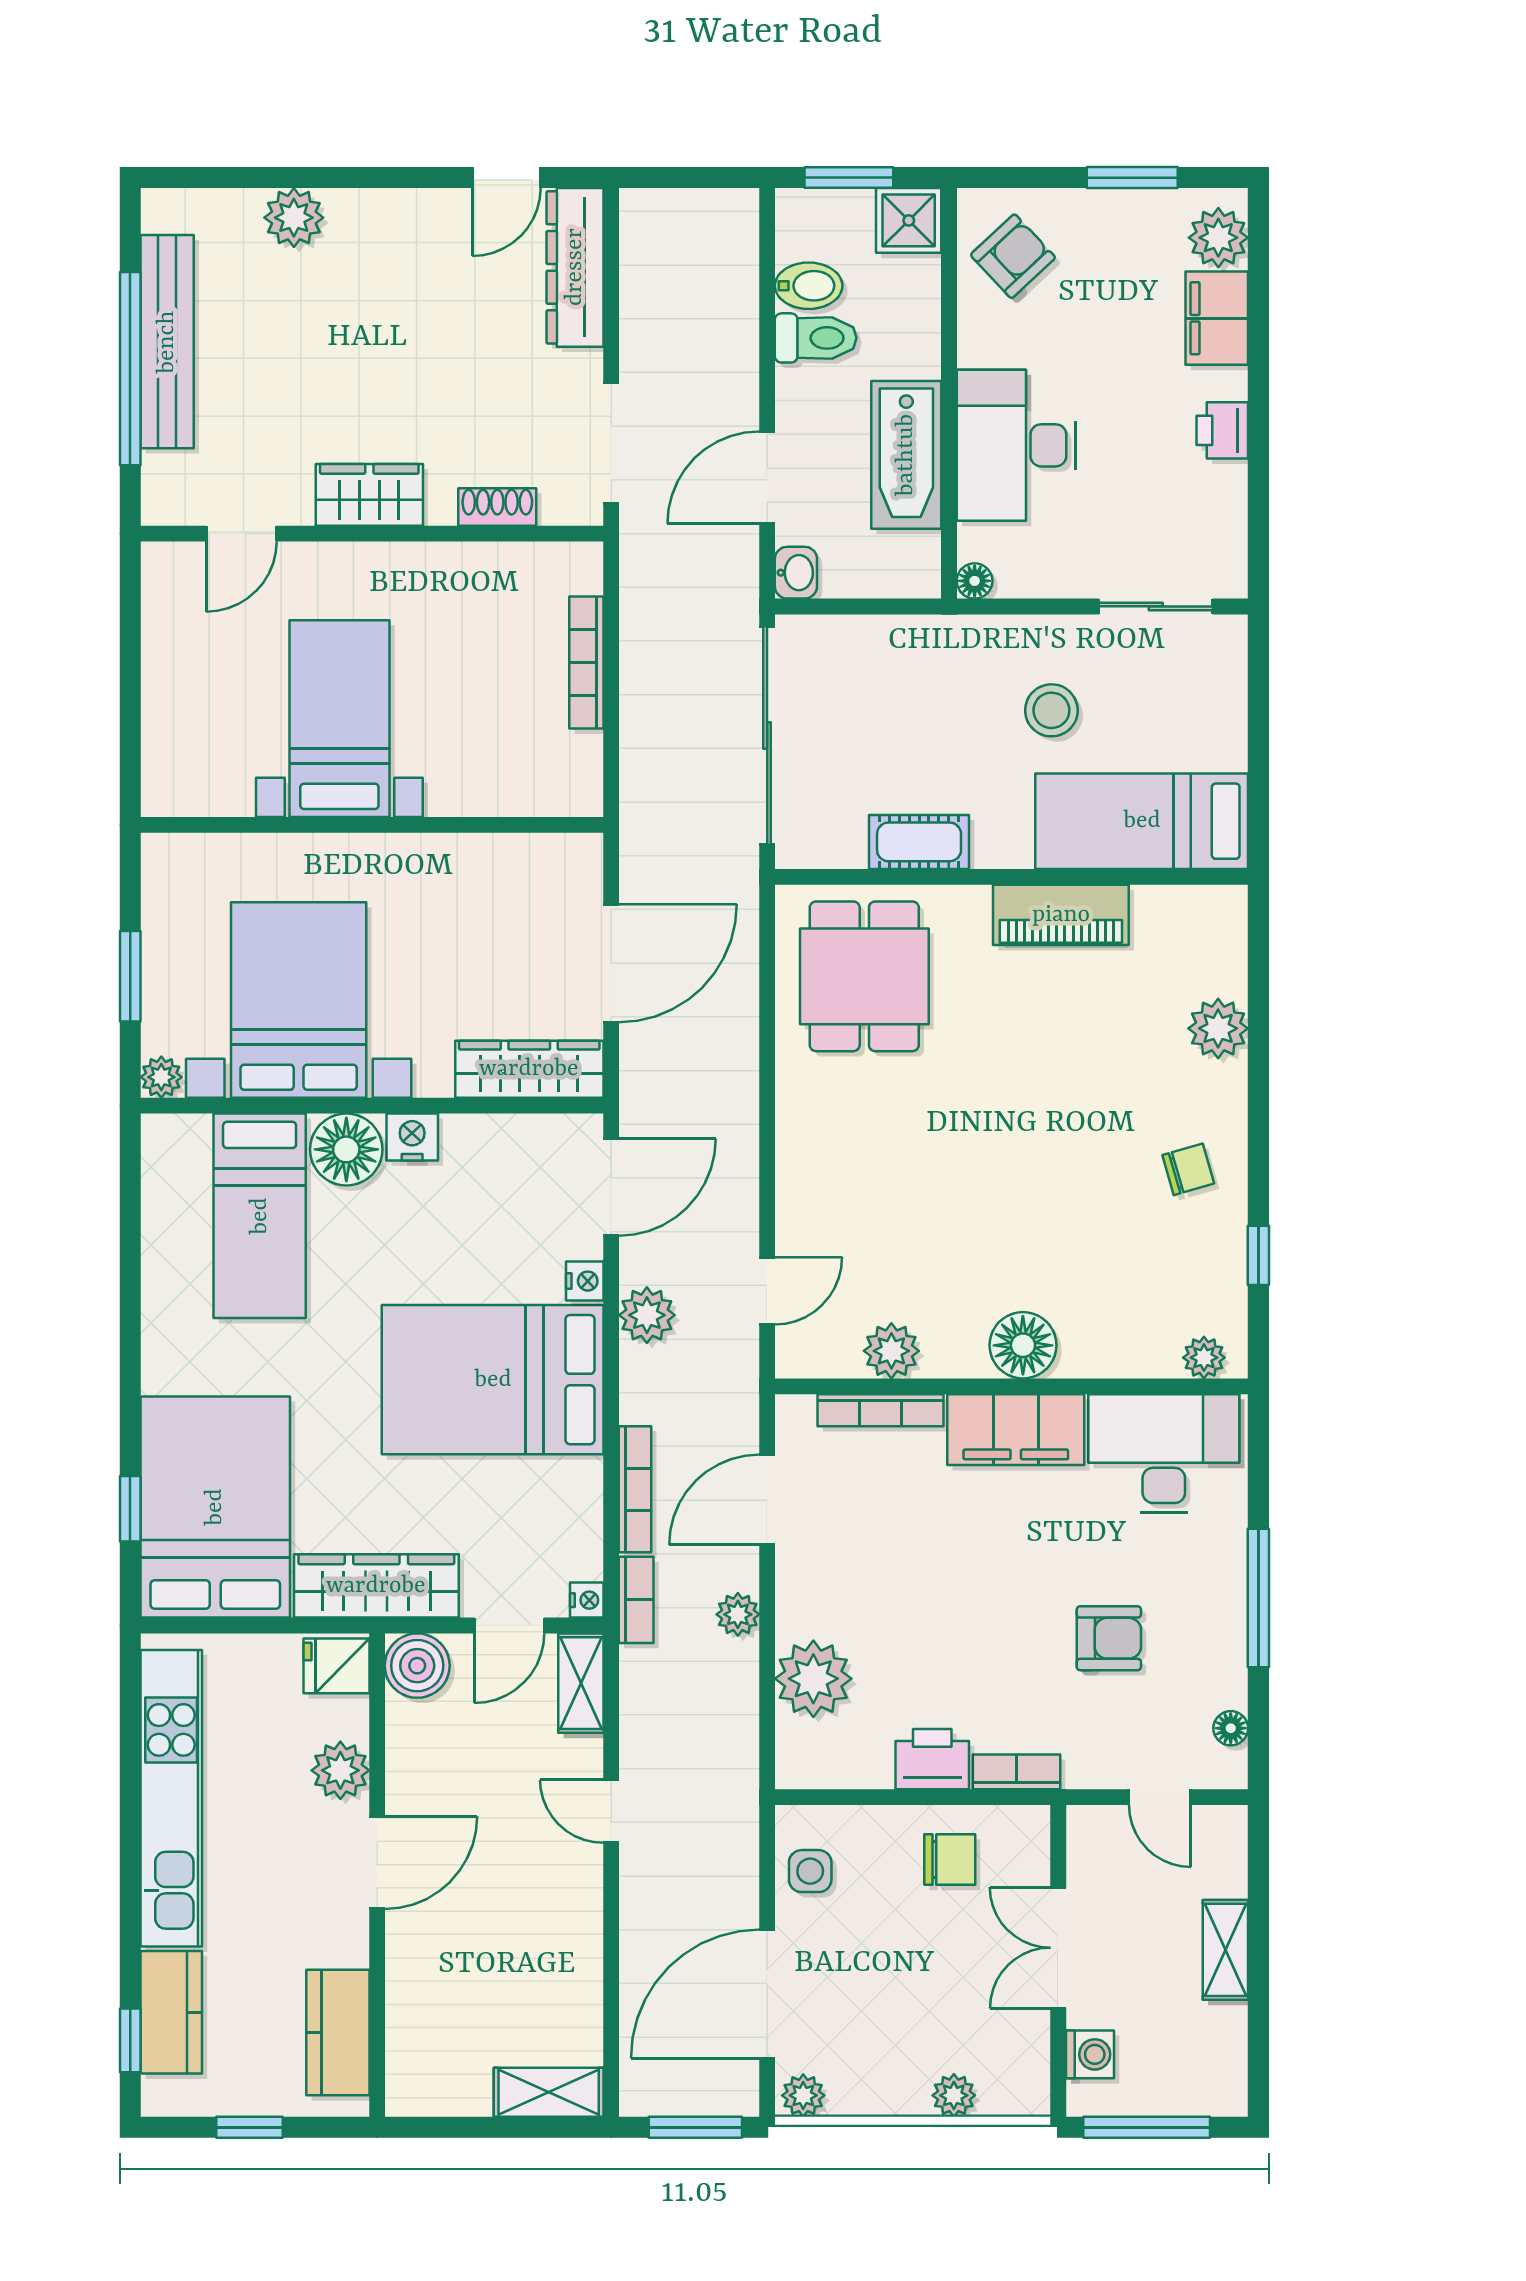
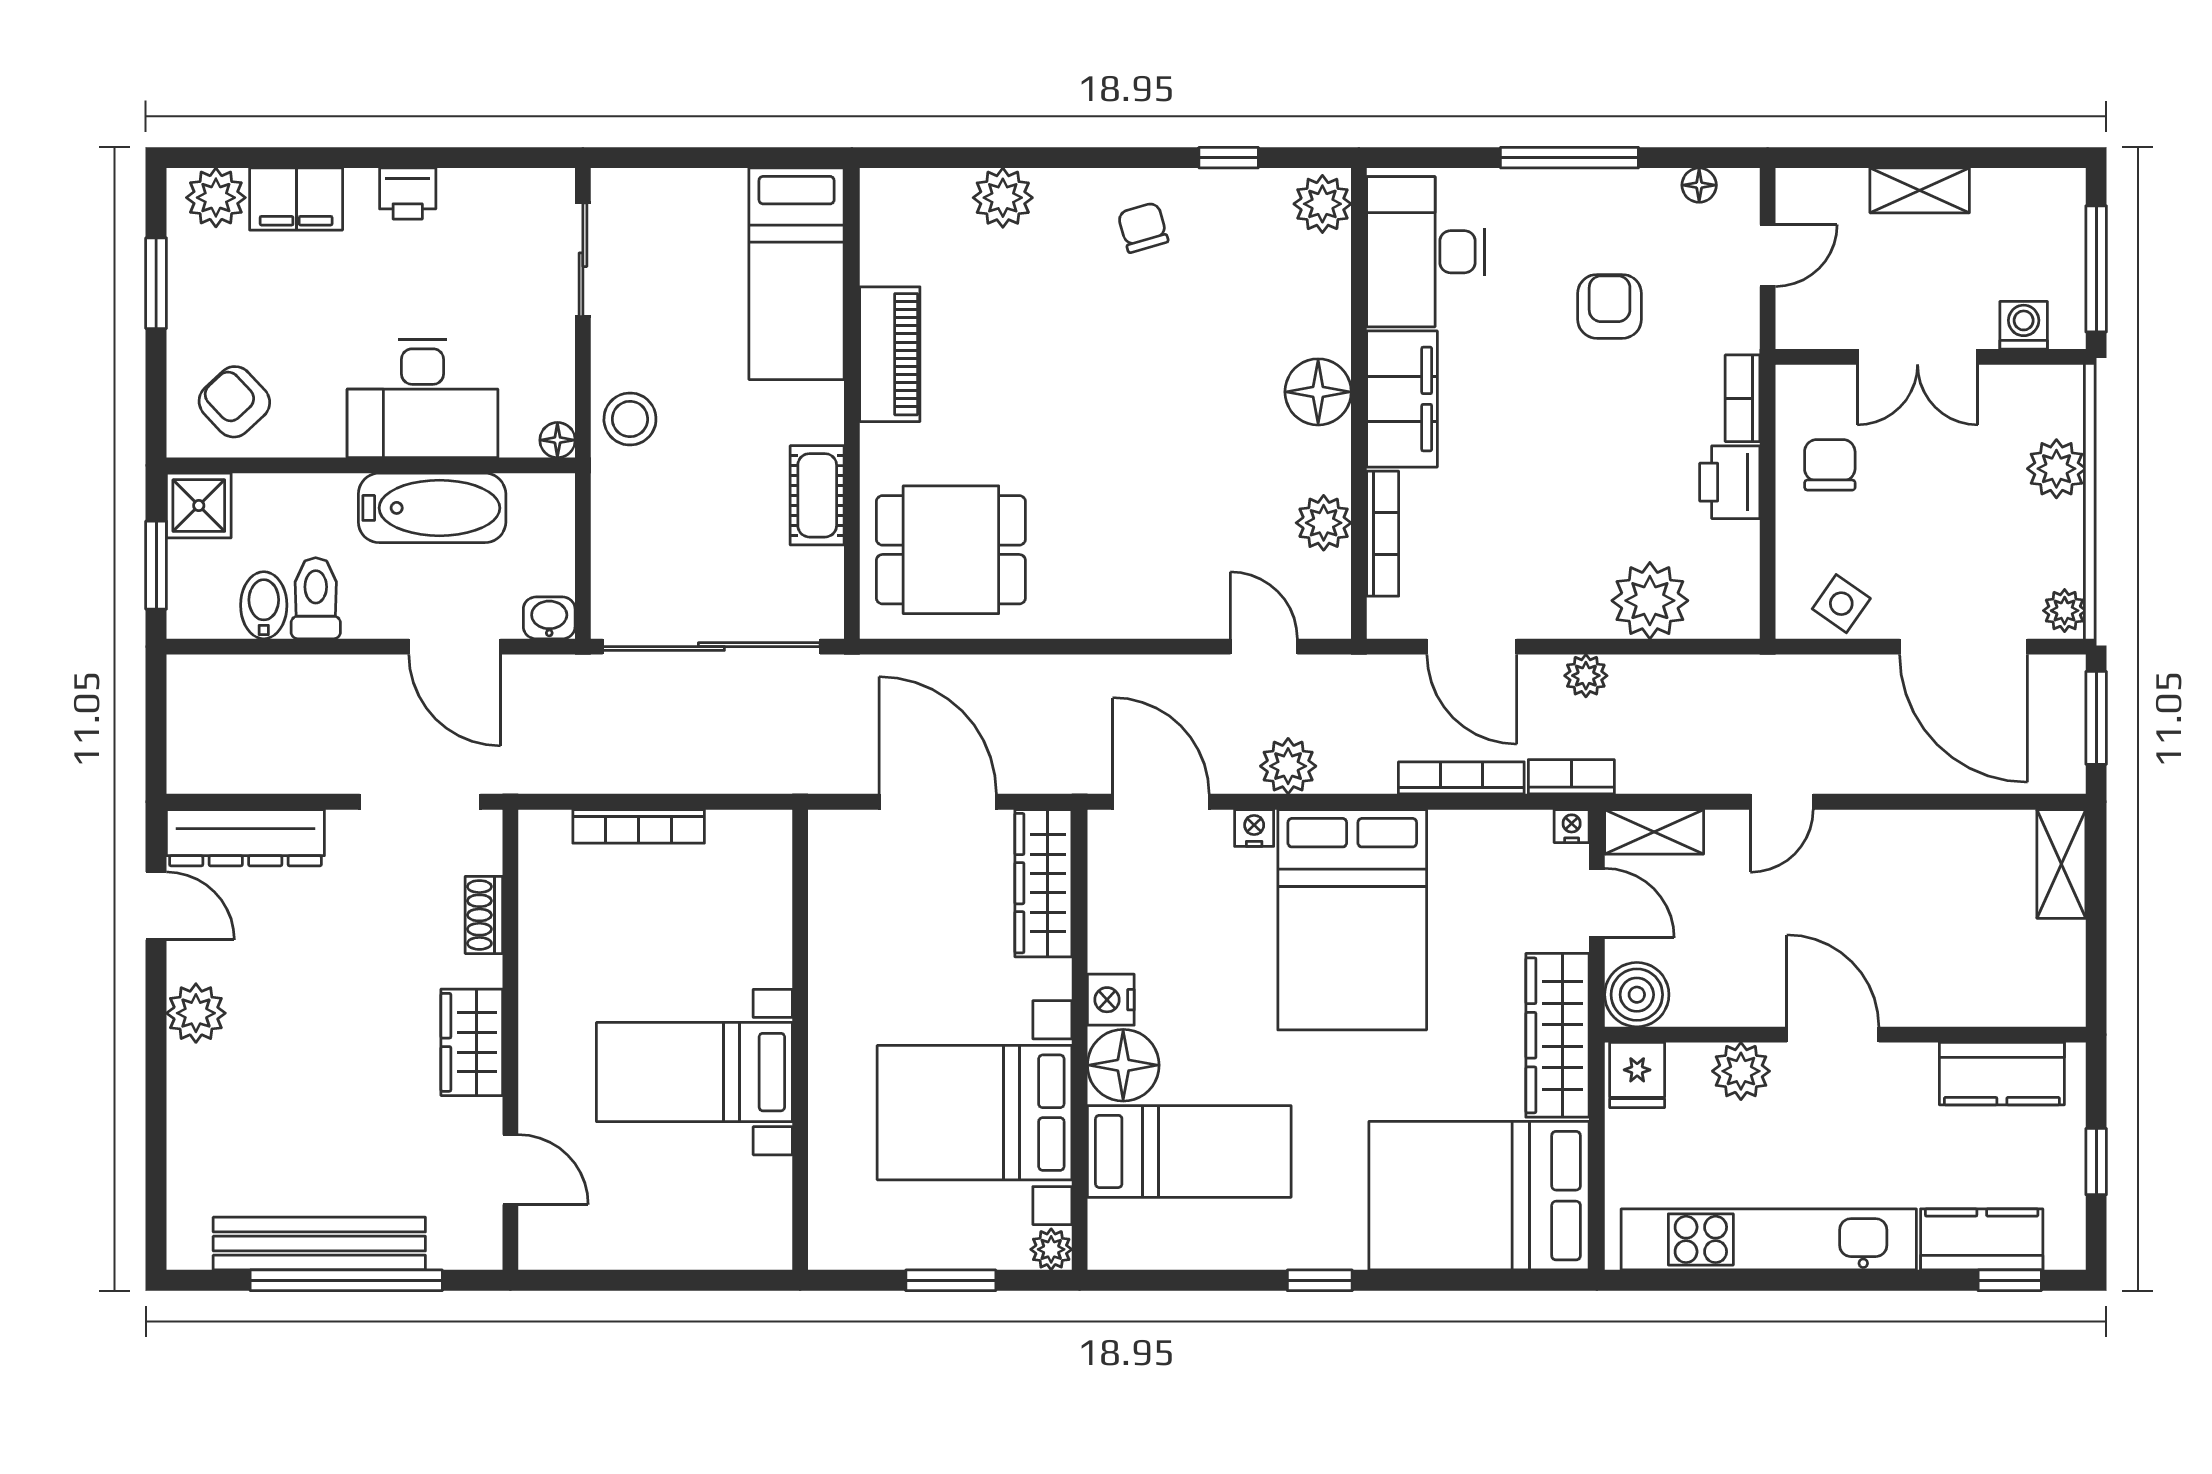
plant: (294, 218) -> (196, 1013), moved
stool: (1051, 710) -> (630, 419), moved
plant: (1204, 1358) -> (1322, 204), width x1.38, depth x1.38
window: (130, 1509) -> (1320, 1280), moved
side table: (810, 1871) -> (1841, 604), turned 35
plant: (954, 2095) -> (2056, 469), width x1.38, depth x1.38

